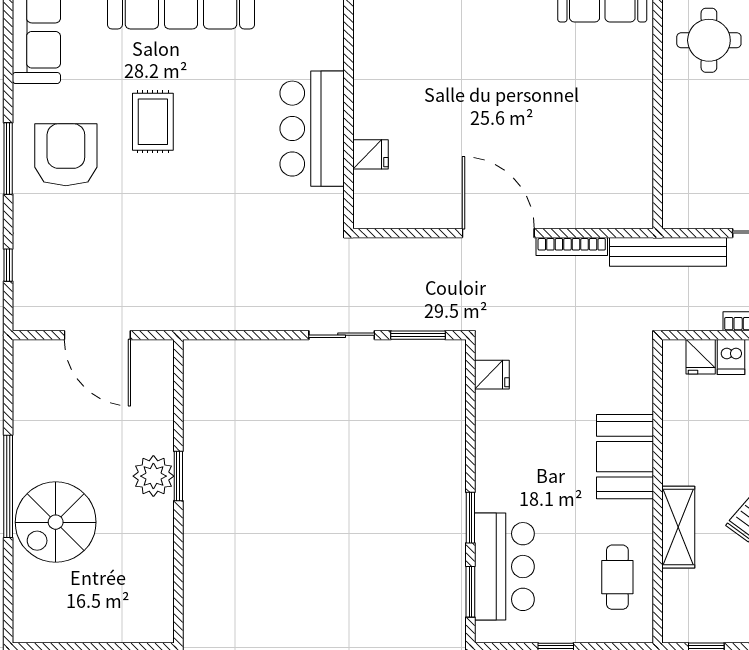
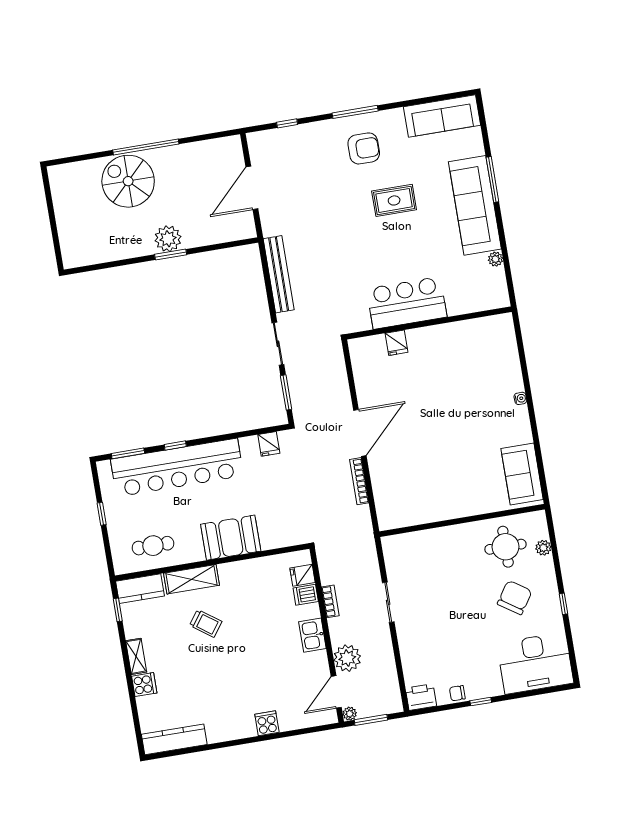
armchair: (66, 155) -> (364, 148), width x0.73, depth x0.73
bench: (668, 252) -> (279, 274), moved
window: (470, 518) -> (175, 446), width x0.67
bar counter: (504, 567) -> (177, 468), width x1.86
kitchen counter: (680, 608) -> (140, 589), added

